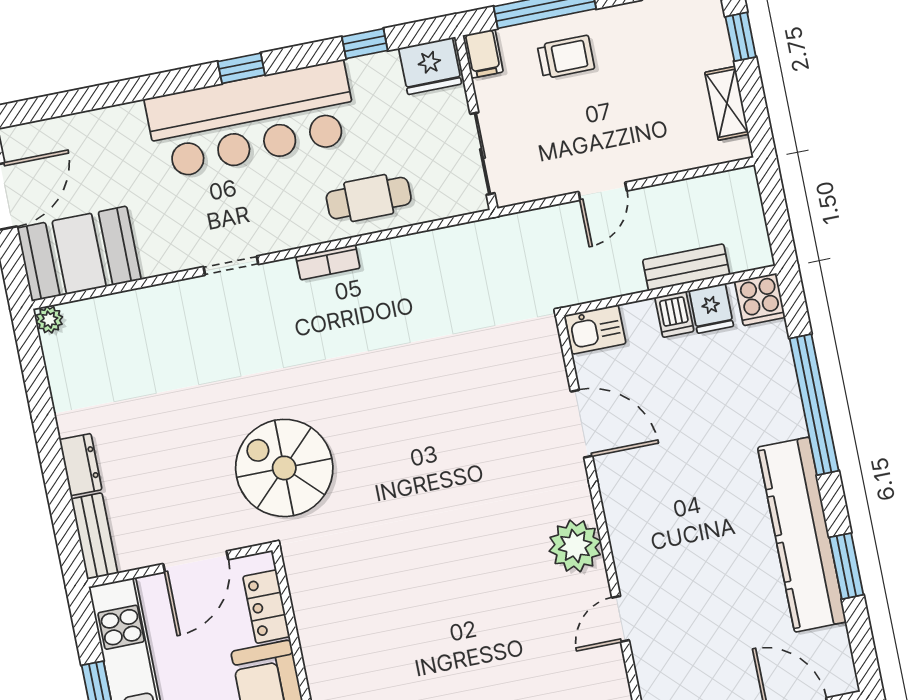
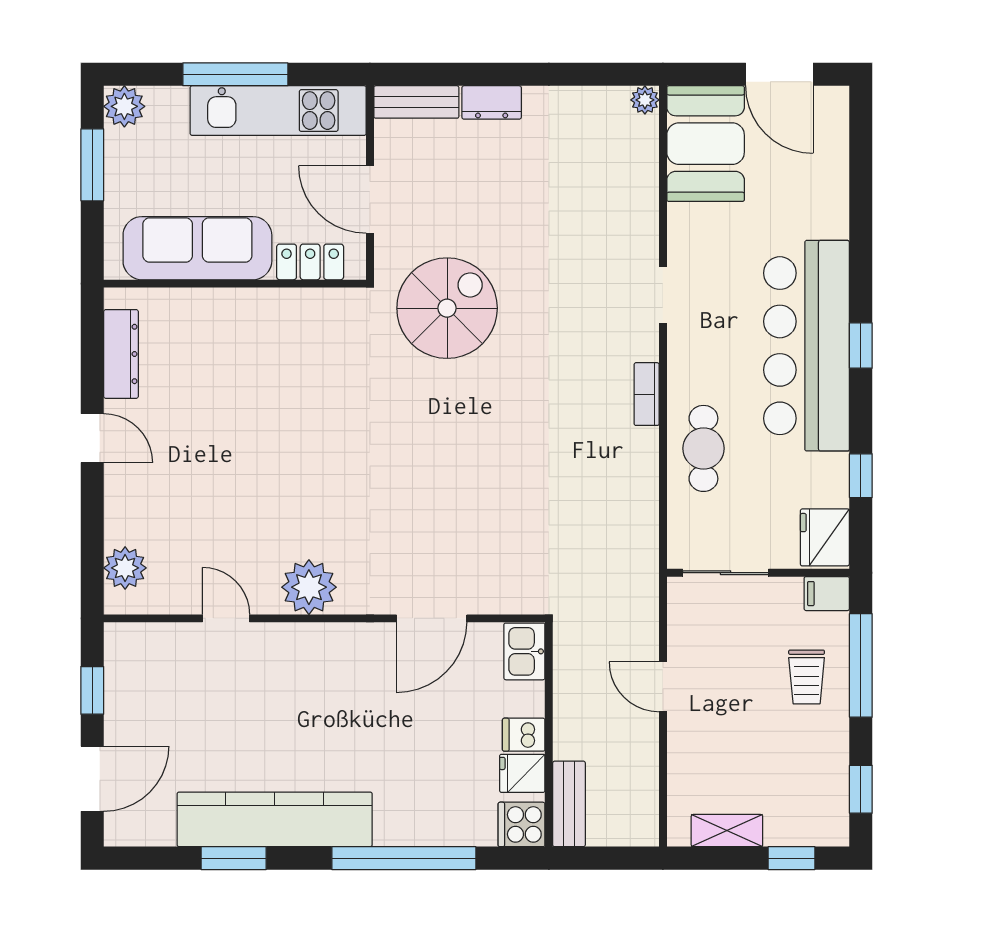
bench: (686, 267) -> (569, 804), moved

